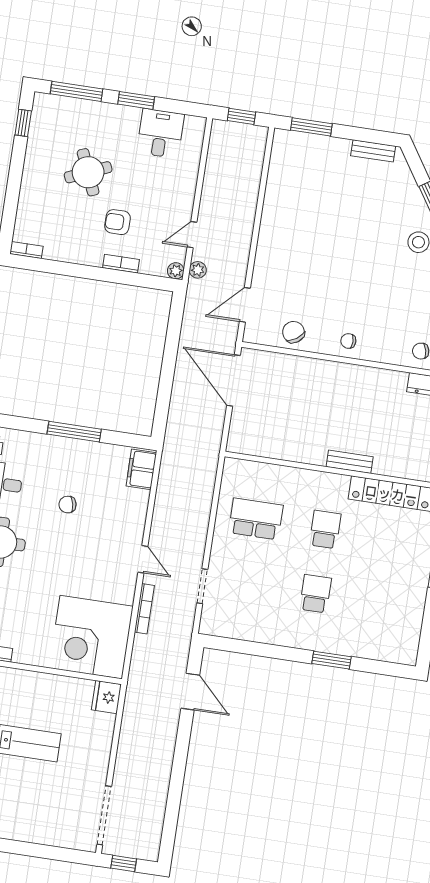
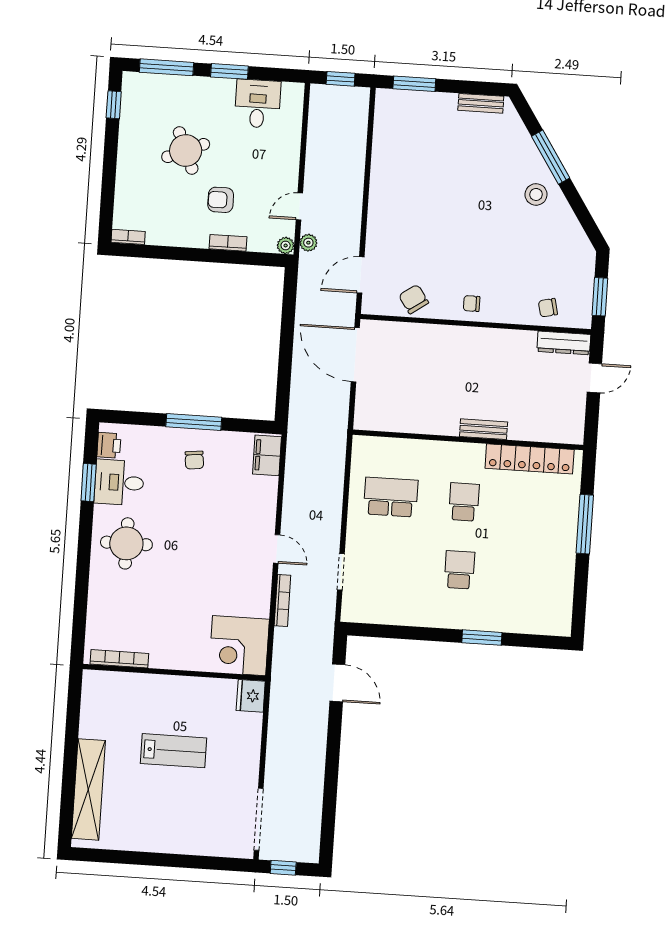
chair: (68, 505) -> (194, 460), moved, turned -84
corner desk: (91, 637) -> (239, 646), width x0.74, depth x0.74

